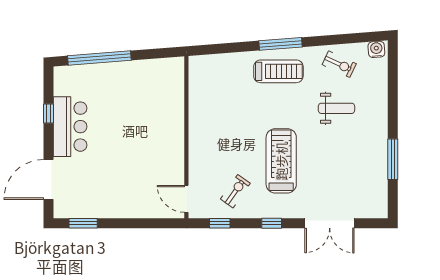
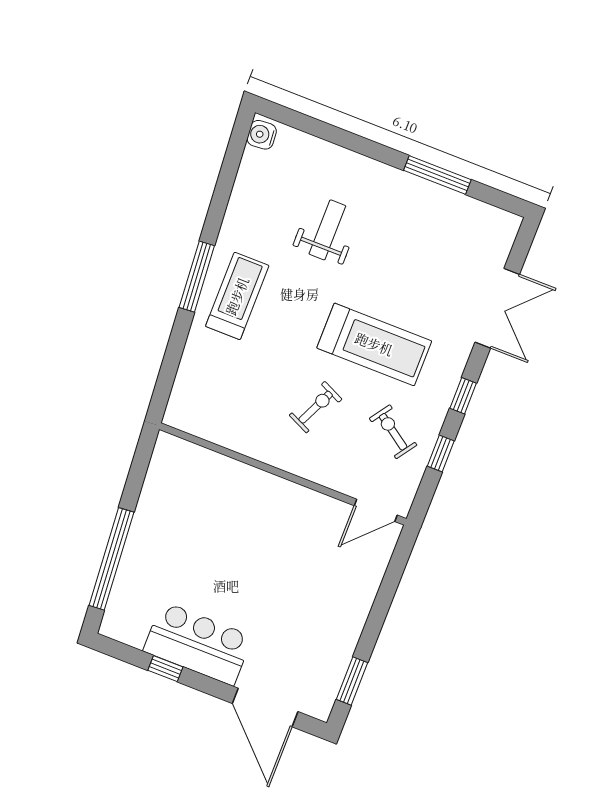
exercise bike: (339, 64) -> (316, 407), moved
treadmill: (281, 161) -> (374, 344), turned 180
window: (220, 223) -> (441, 453), moved

